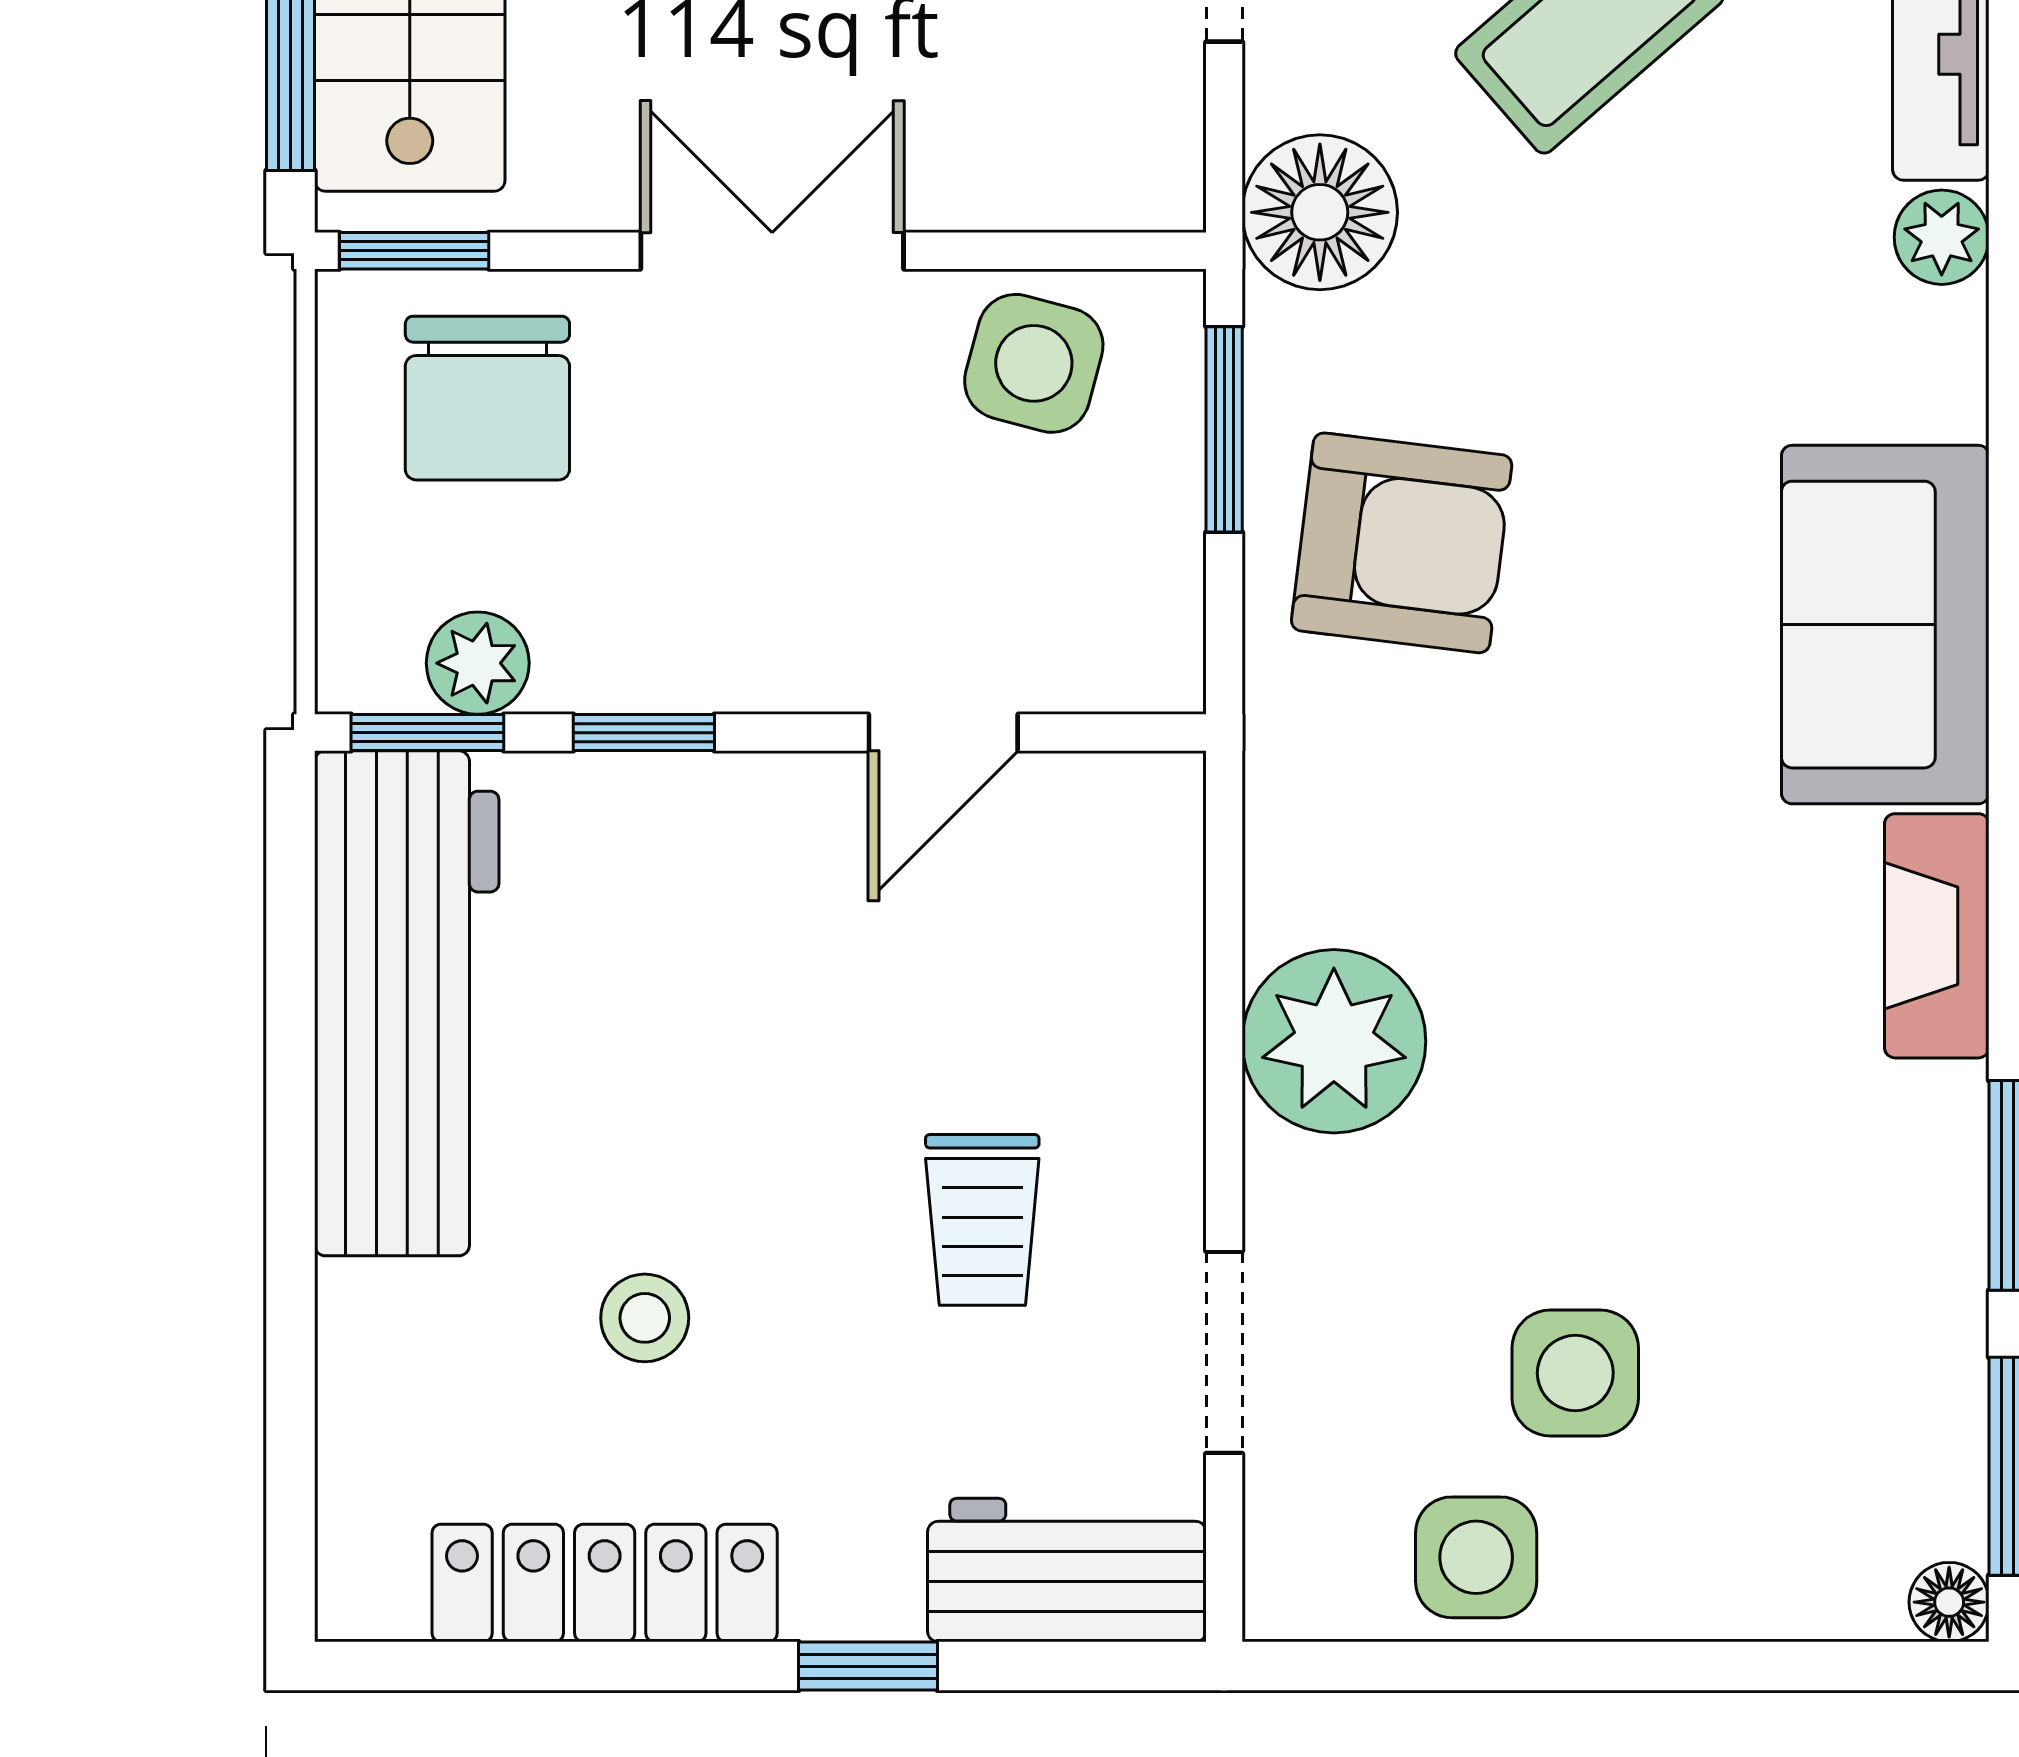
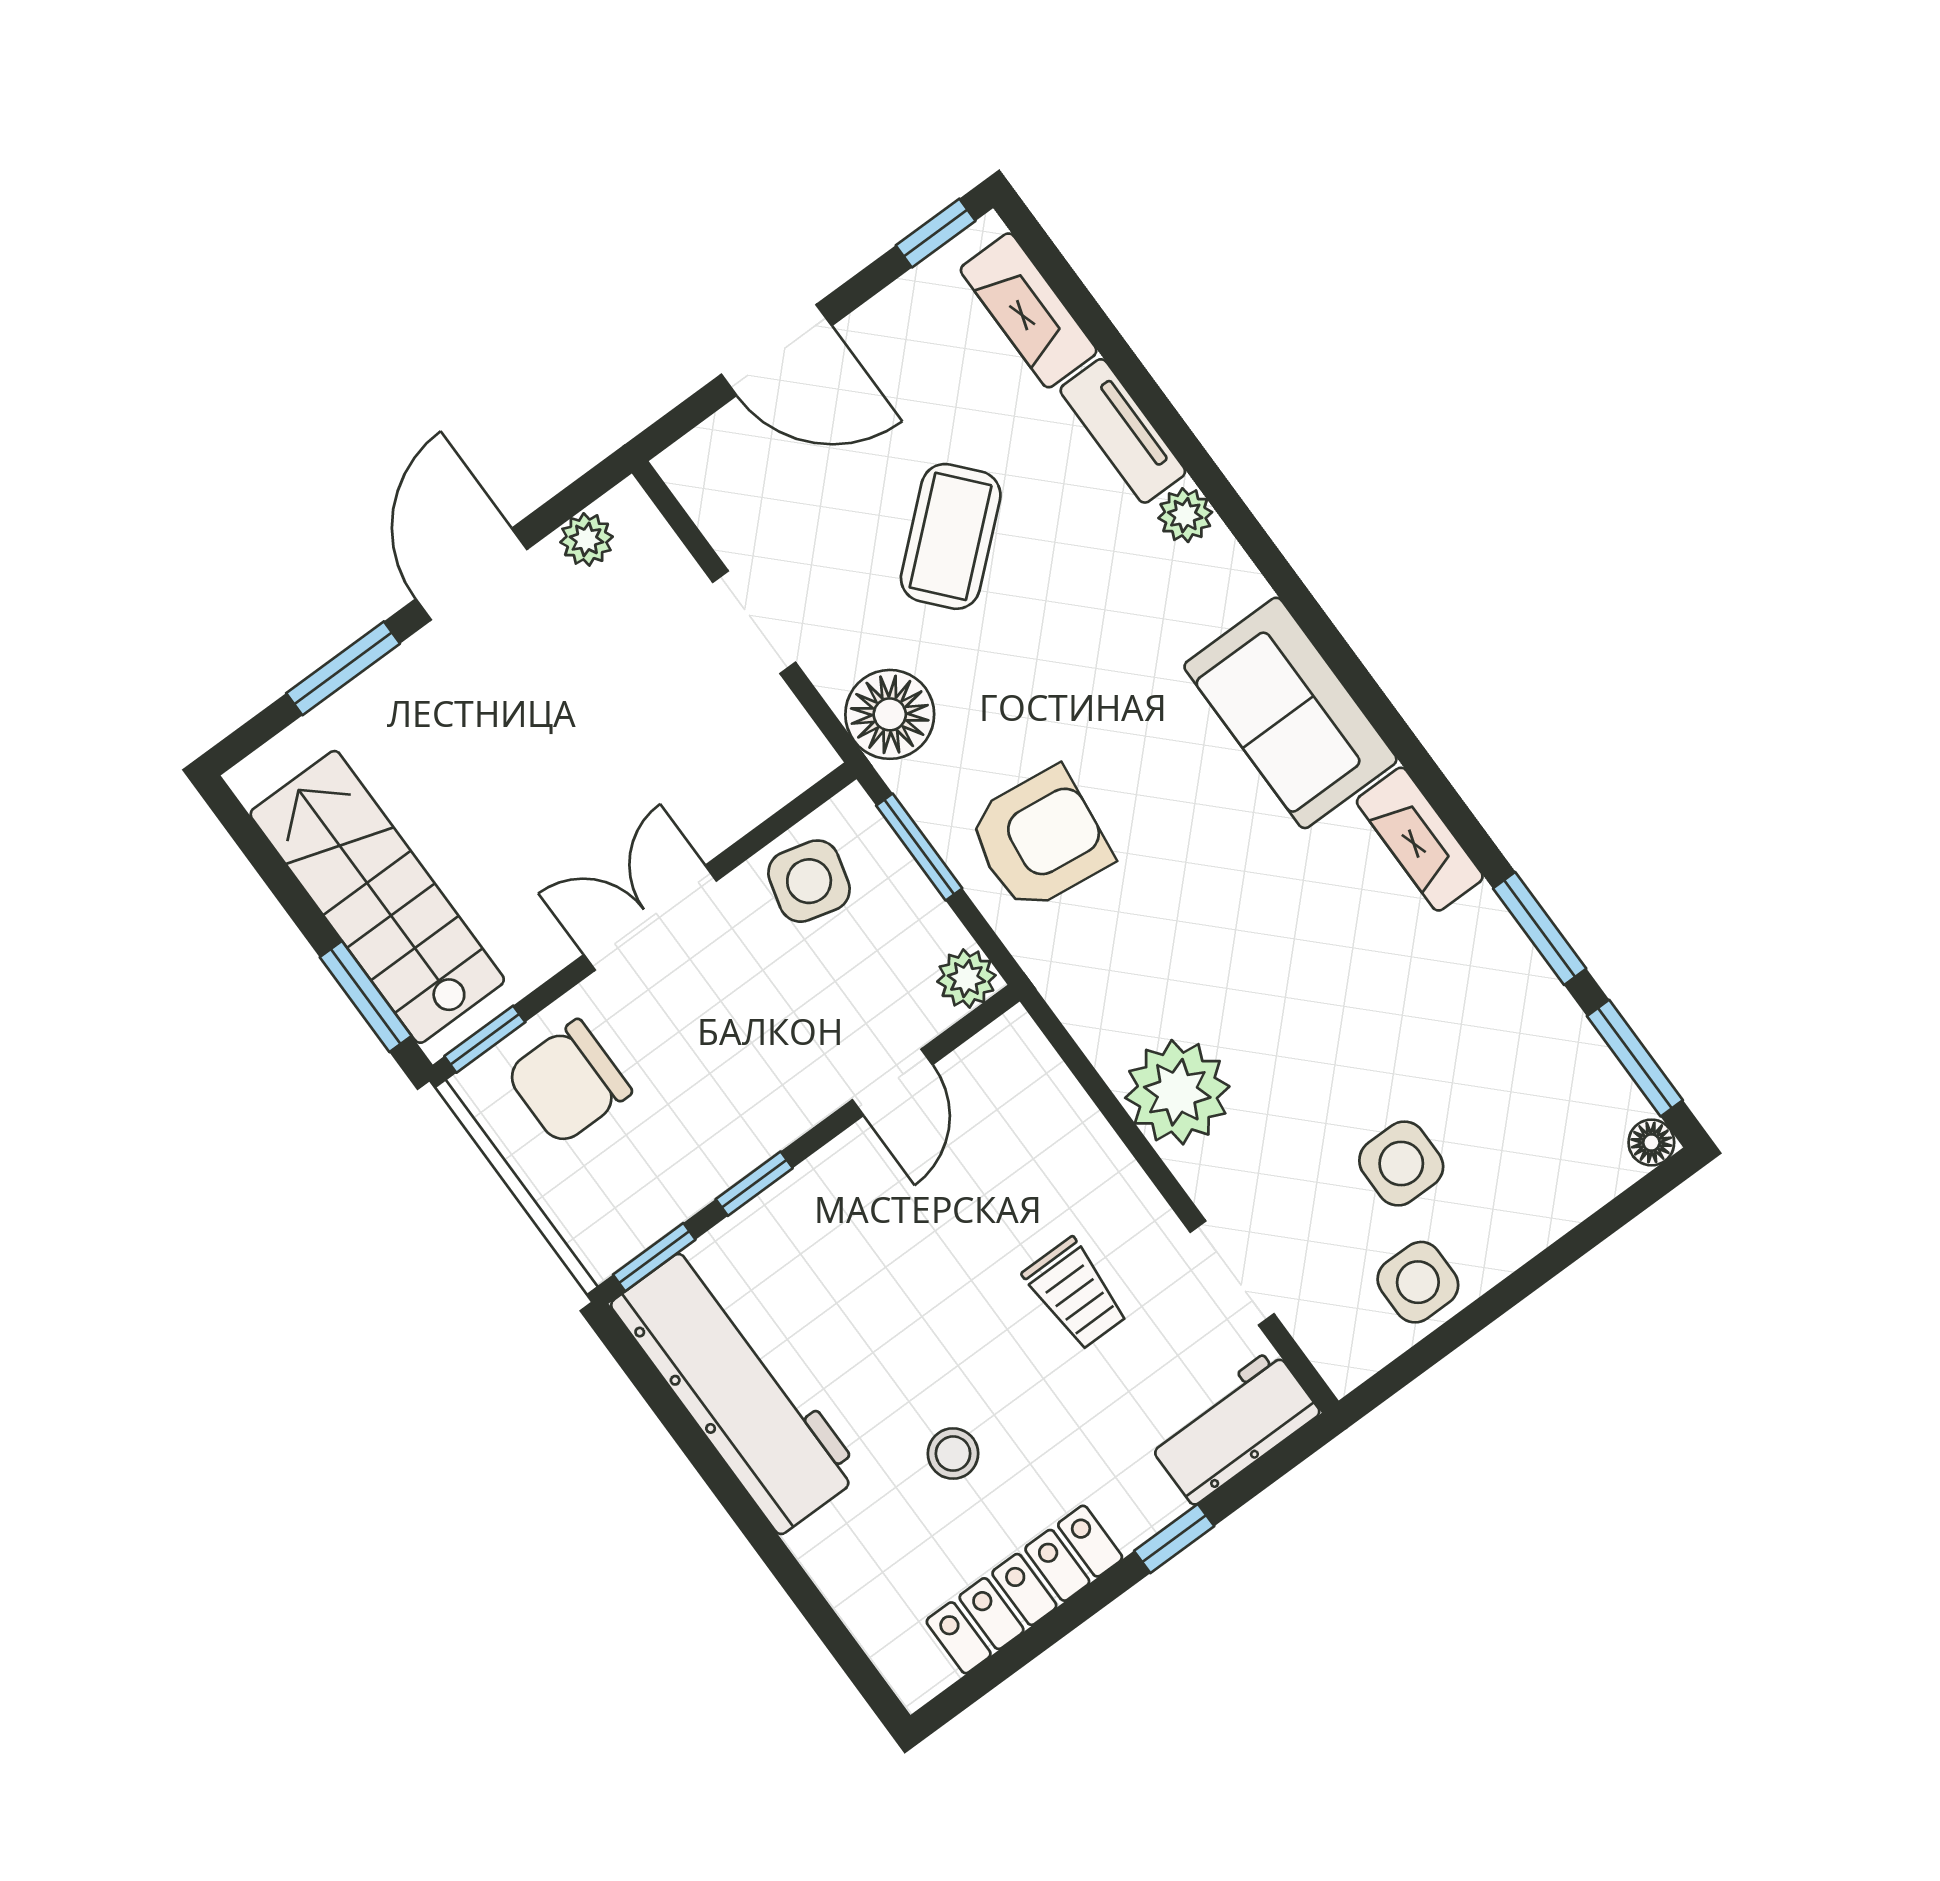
chair: (487, 398) -> (569, 1082), turned 90
plant: (478, 663) -> (966, 978), moved

